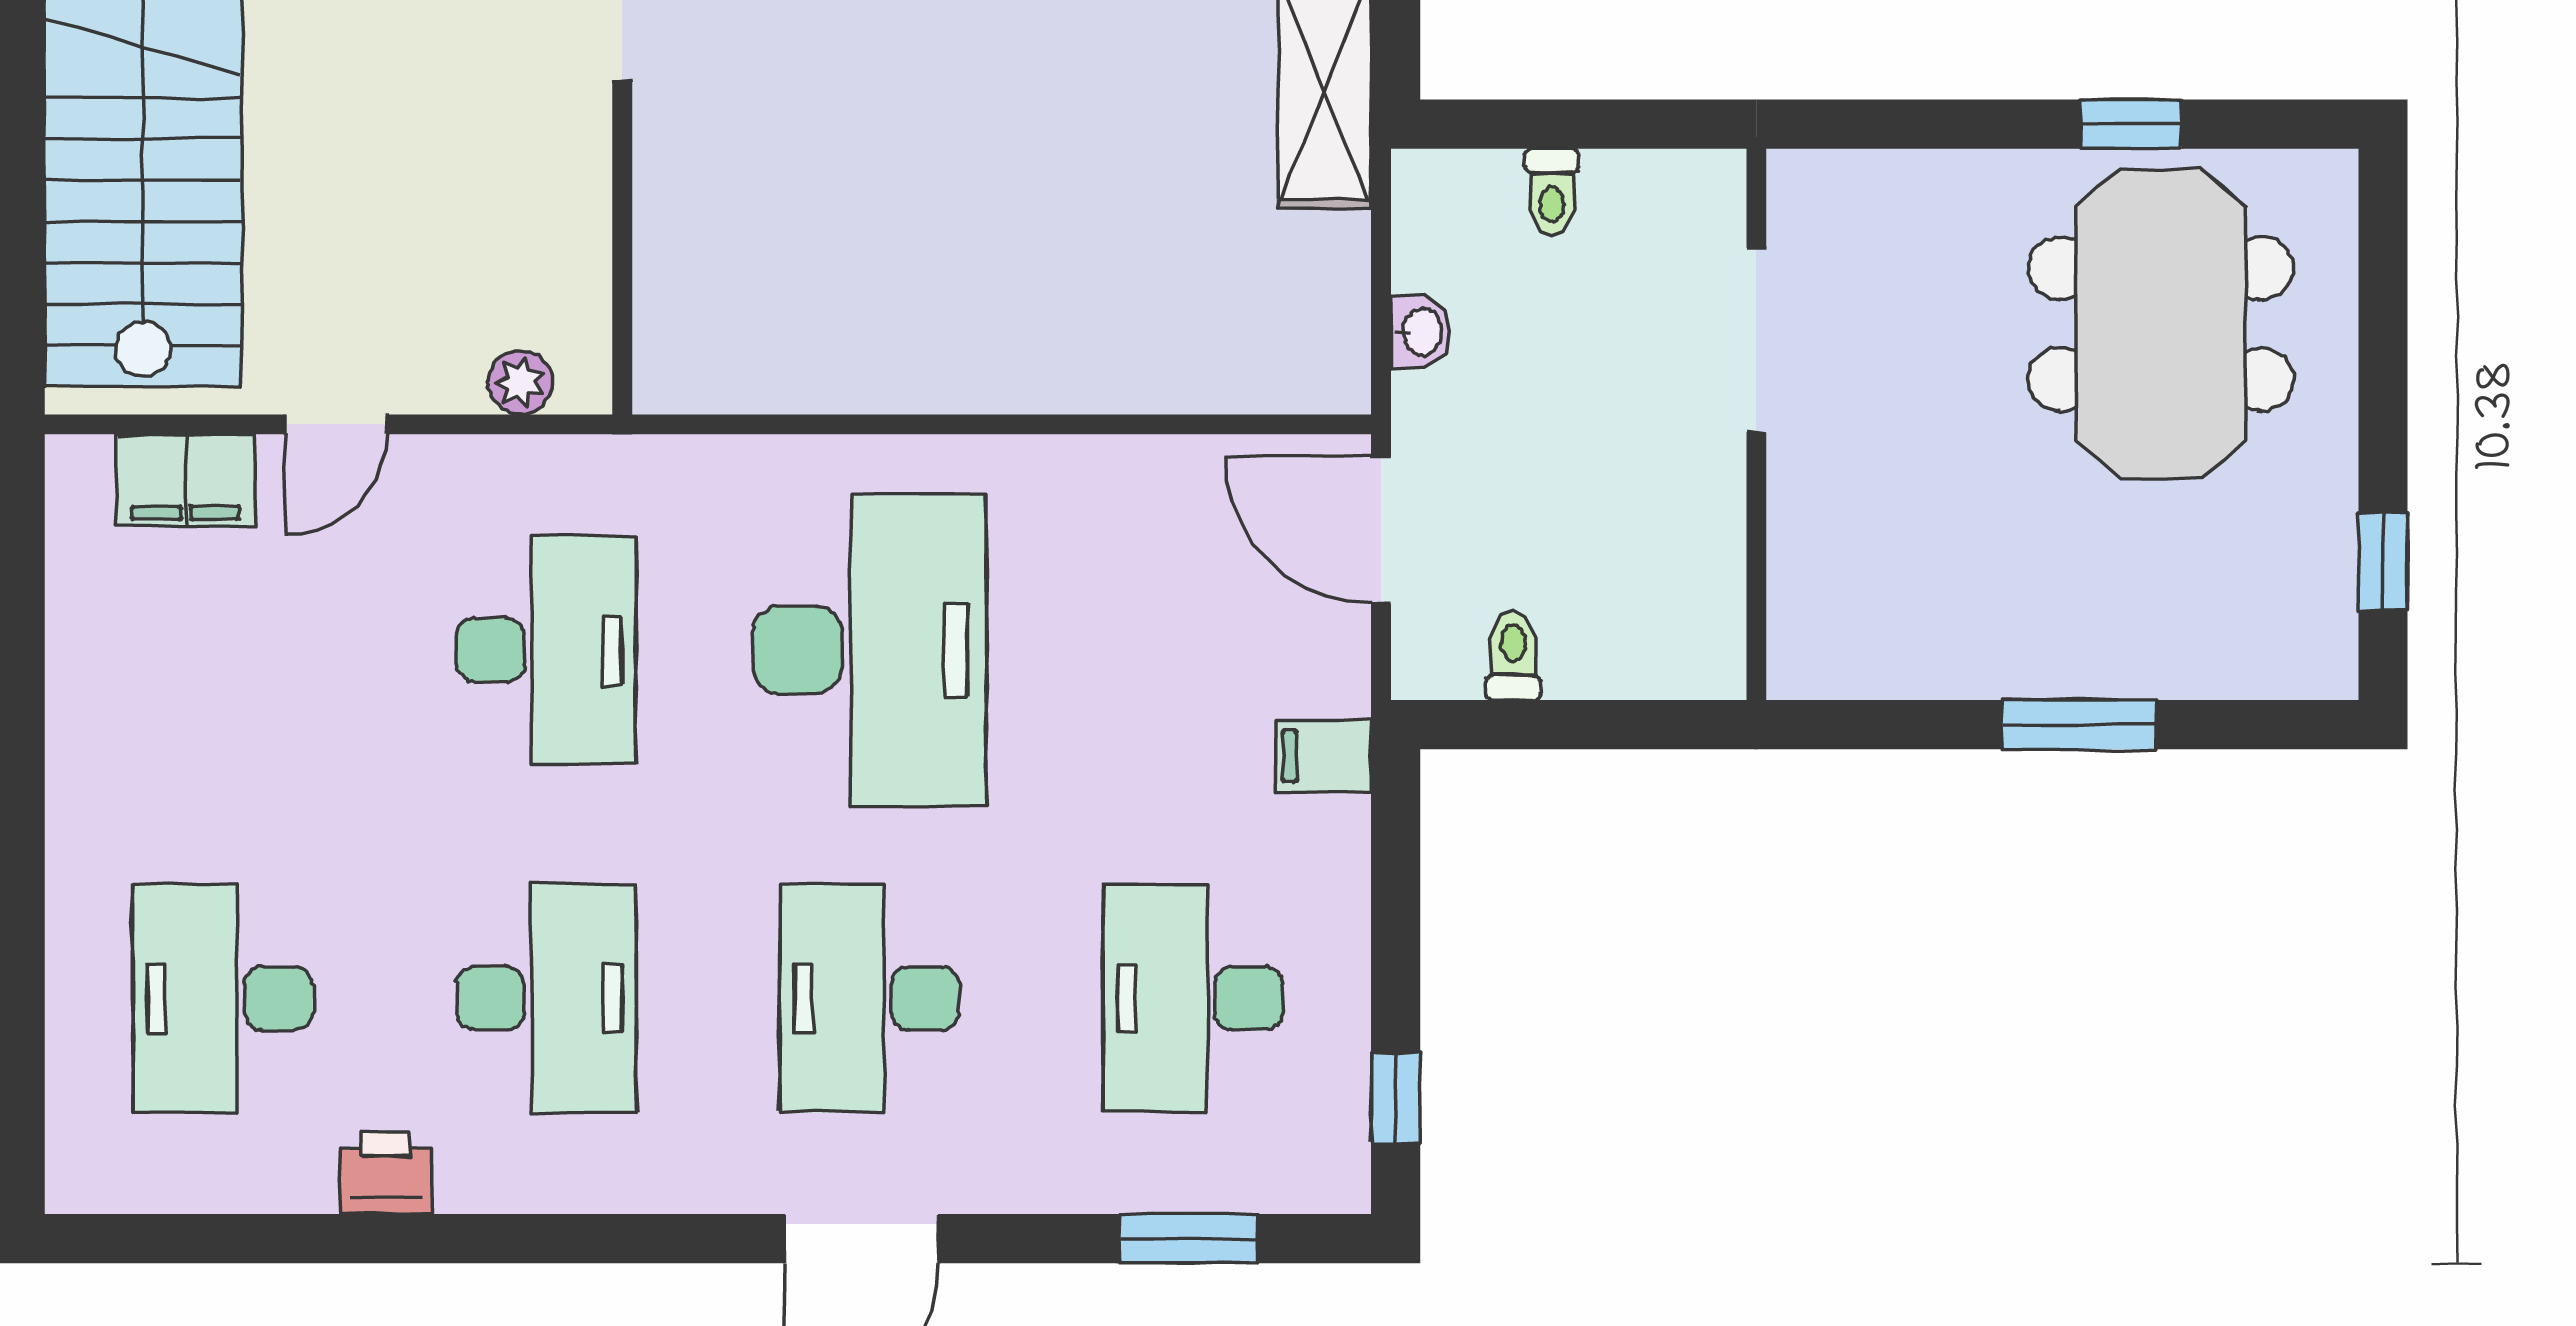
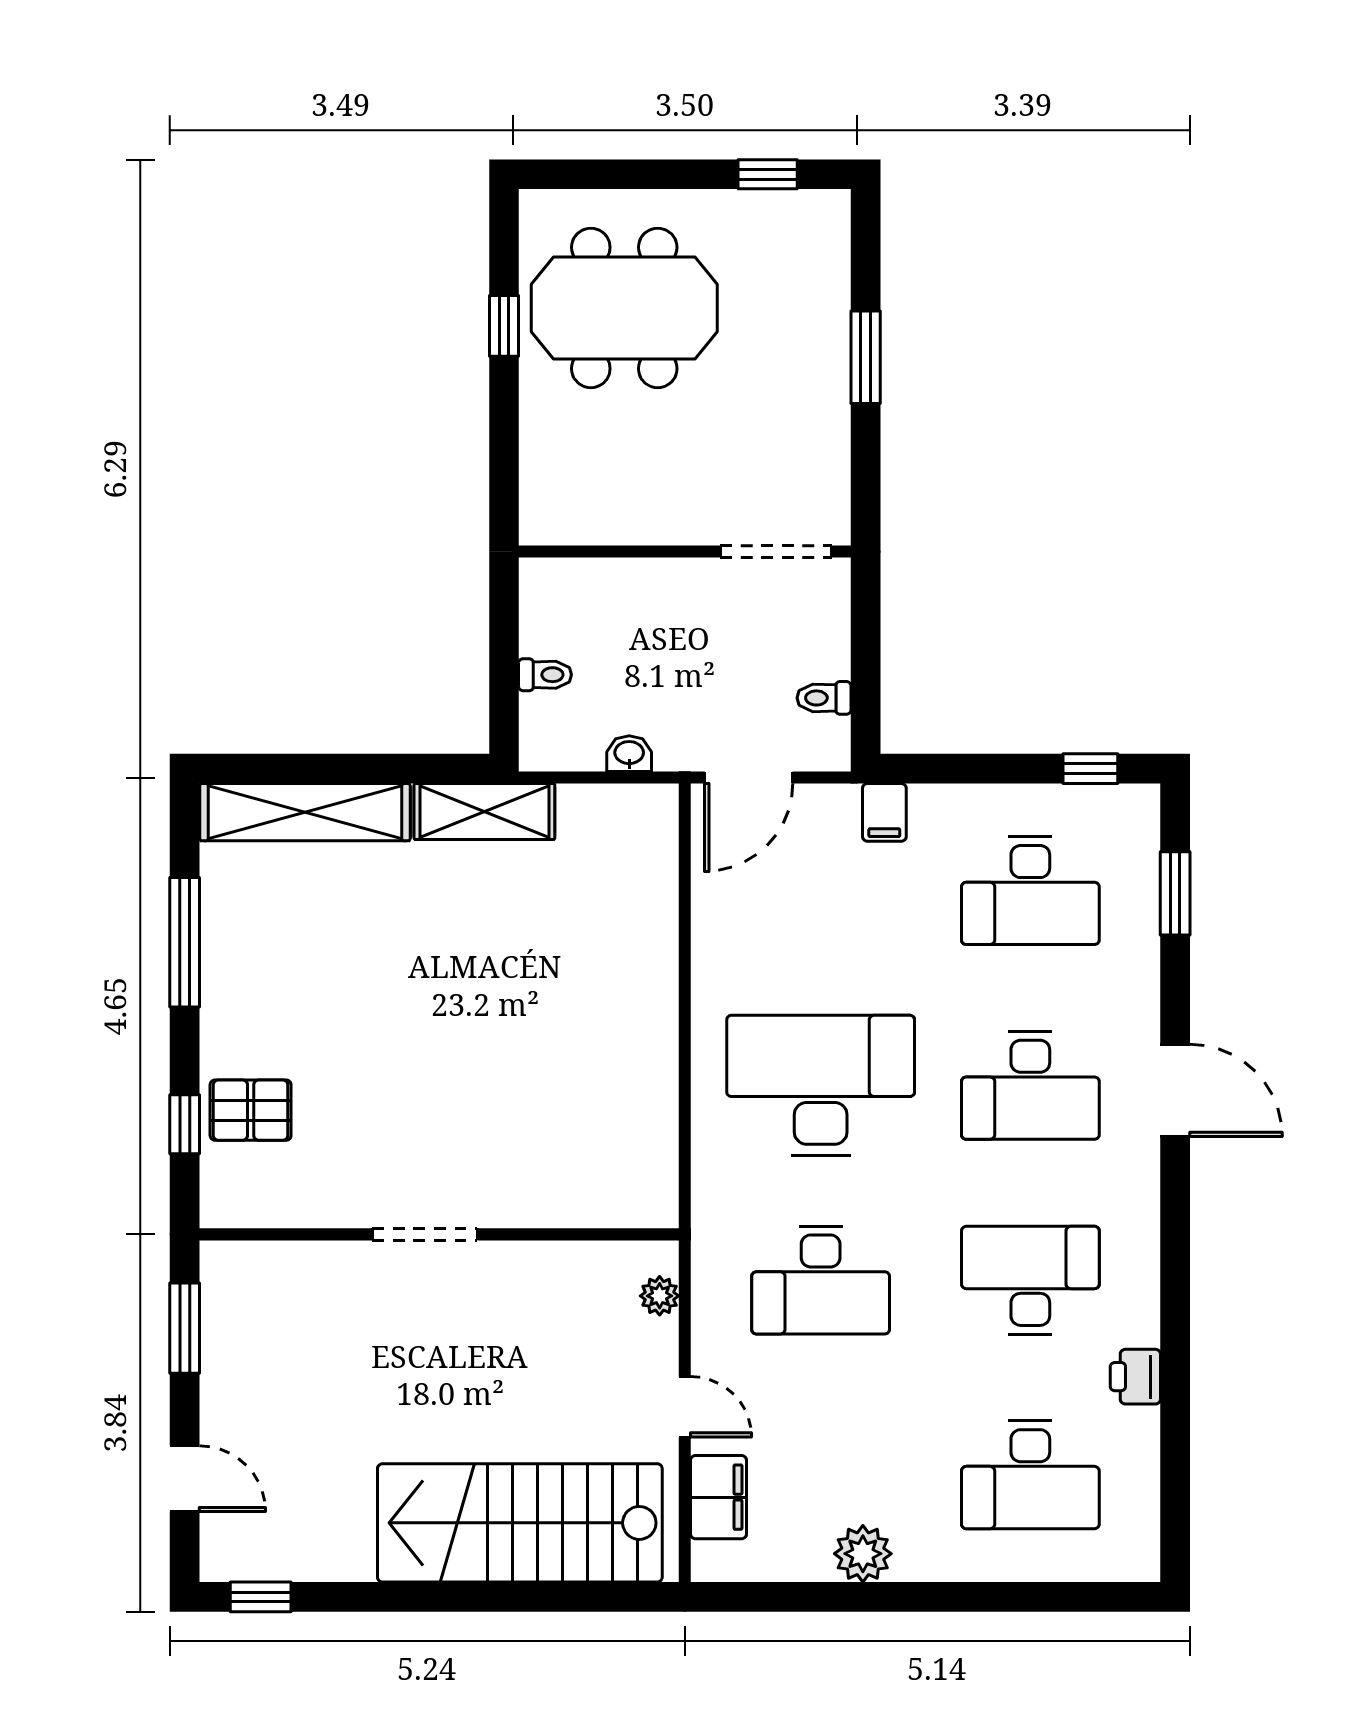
doorway: (1756, 340) -> (776, 552), moved
desk: (546, 650) -> (821, 1280), turned 180
plant: (92, 720) -> (863, 1554), added

